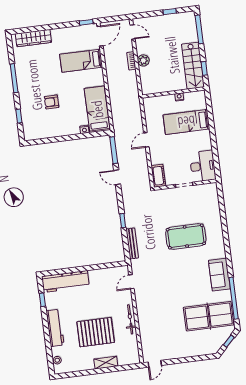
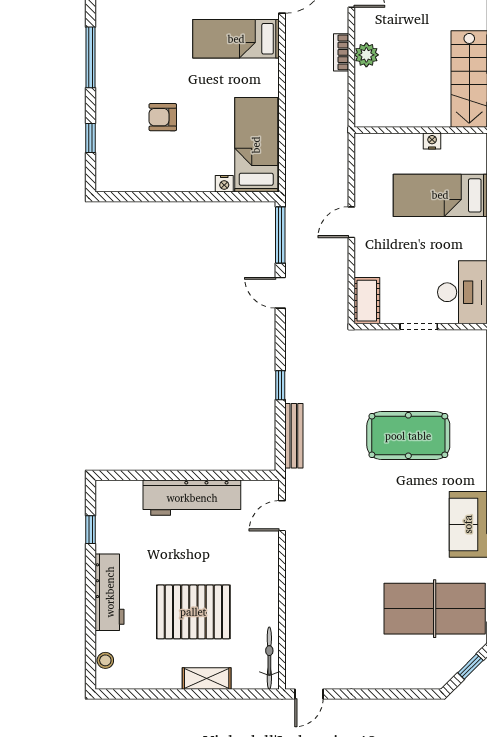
workbench: (65, 282) -> (192, 498), moved
bicycle: (130, 319) -> (269, 658), moved

